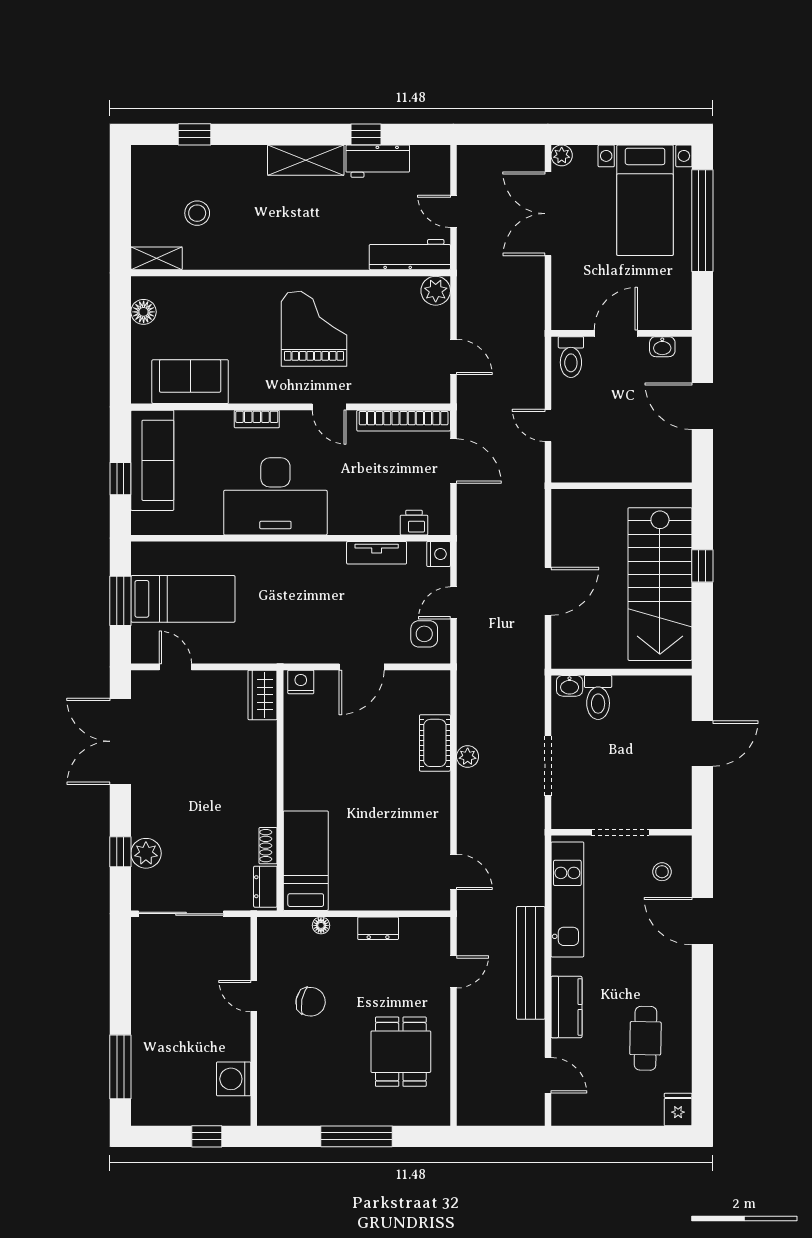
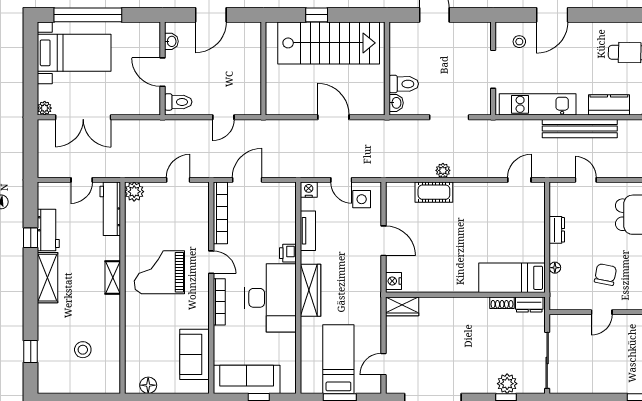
shelving: (157, 258) -> (113, 277), moved
door: (329, 407) -> (211, 262), hinge flipped
bookcase: (257, 419) -> (219, 302), width x1.56
printer: (414, 523) -> (288, 253), moved
wardrobe: (287, 557) -> (310, 290), added

